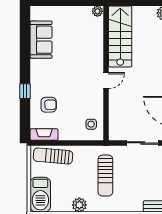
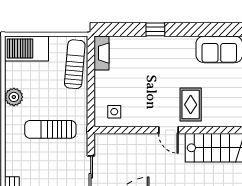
rug: (85, 63) -> (191, 105), added
armchair: (49, 105) -> (138, 59), removed

